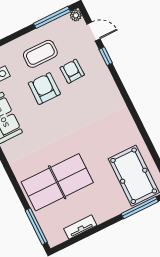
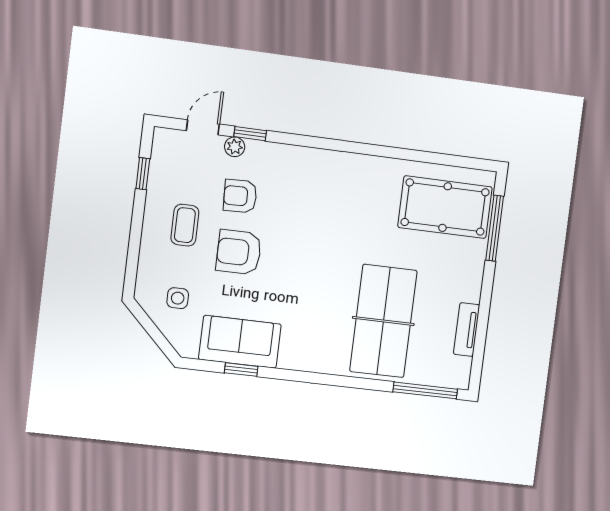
plant: (76, 15) -> (235, 147), moved
window: (52, 17) -> (143, 174), width x0.46
coffee table: (40, 54) -> (185, 225), width x0.73, depth x0.77

